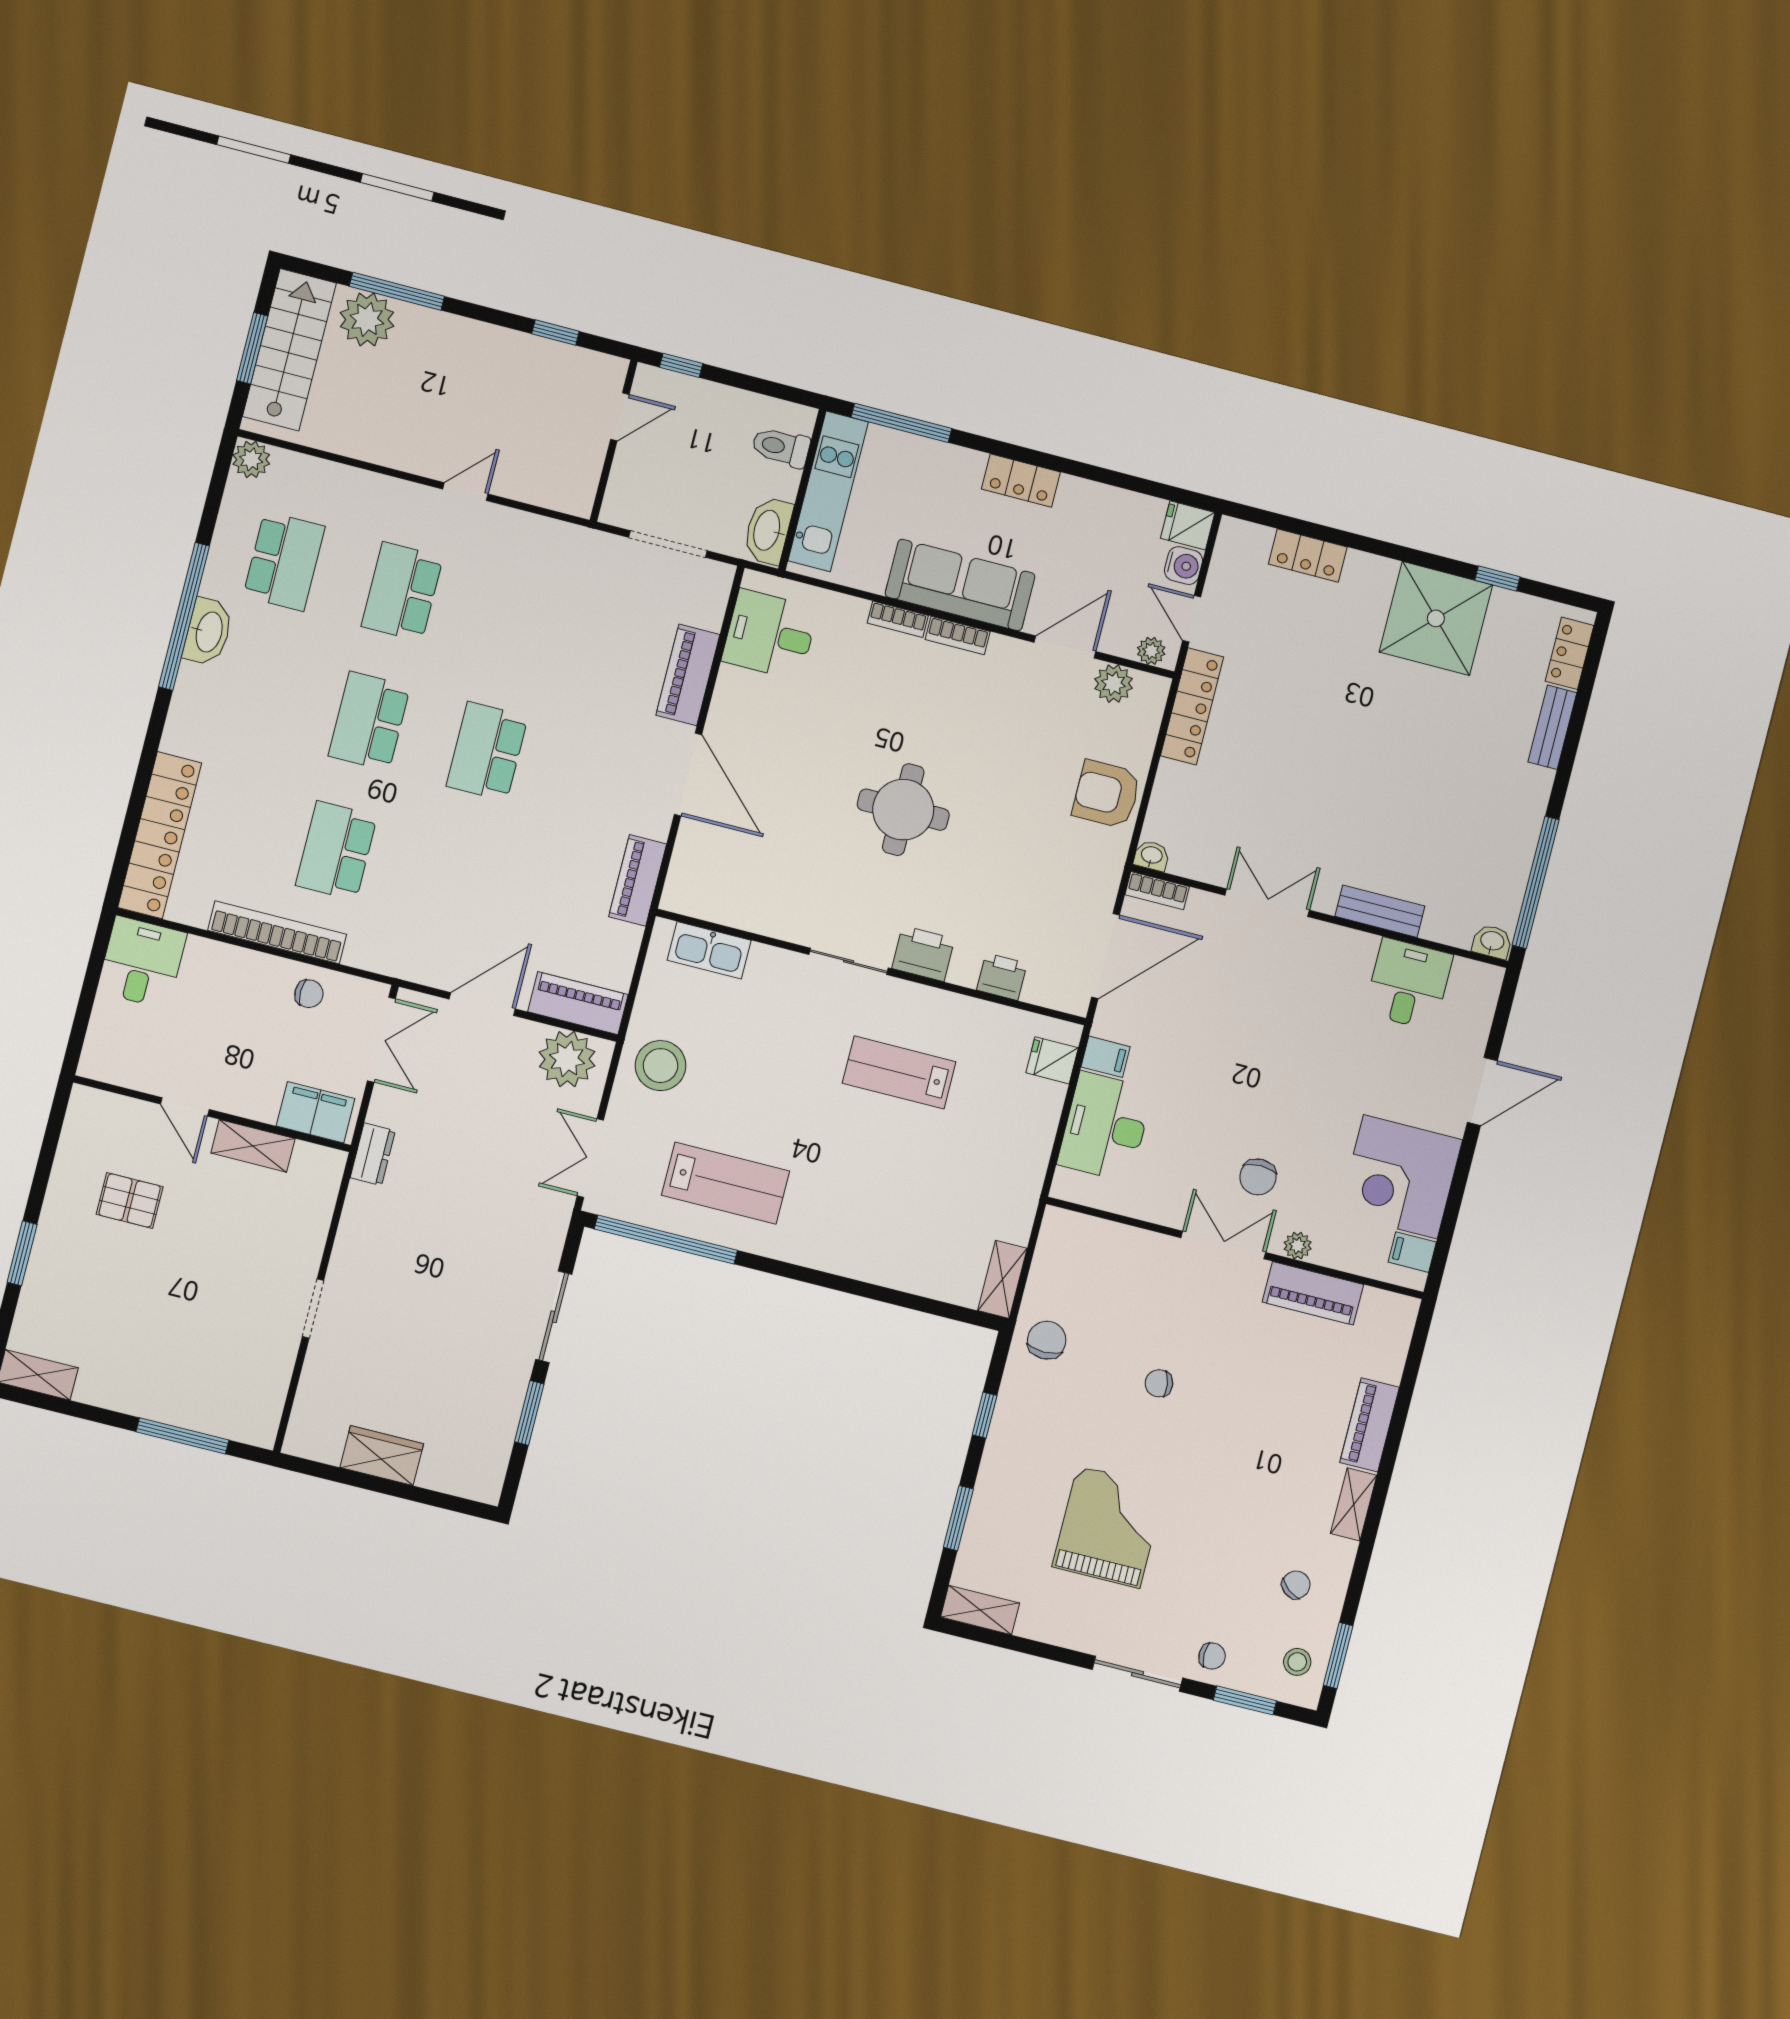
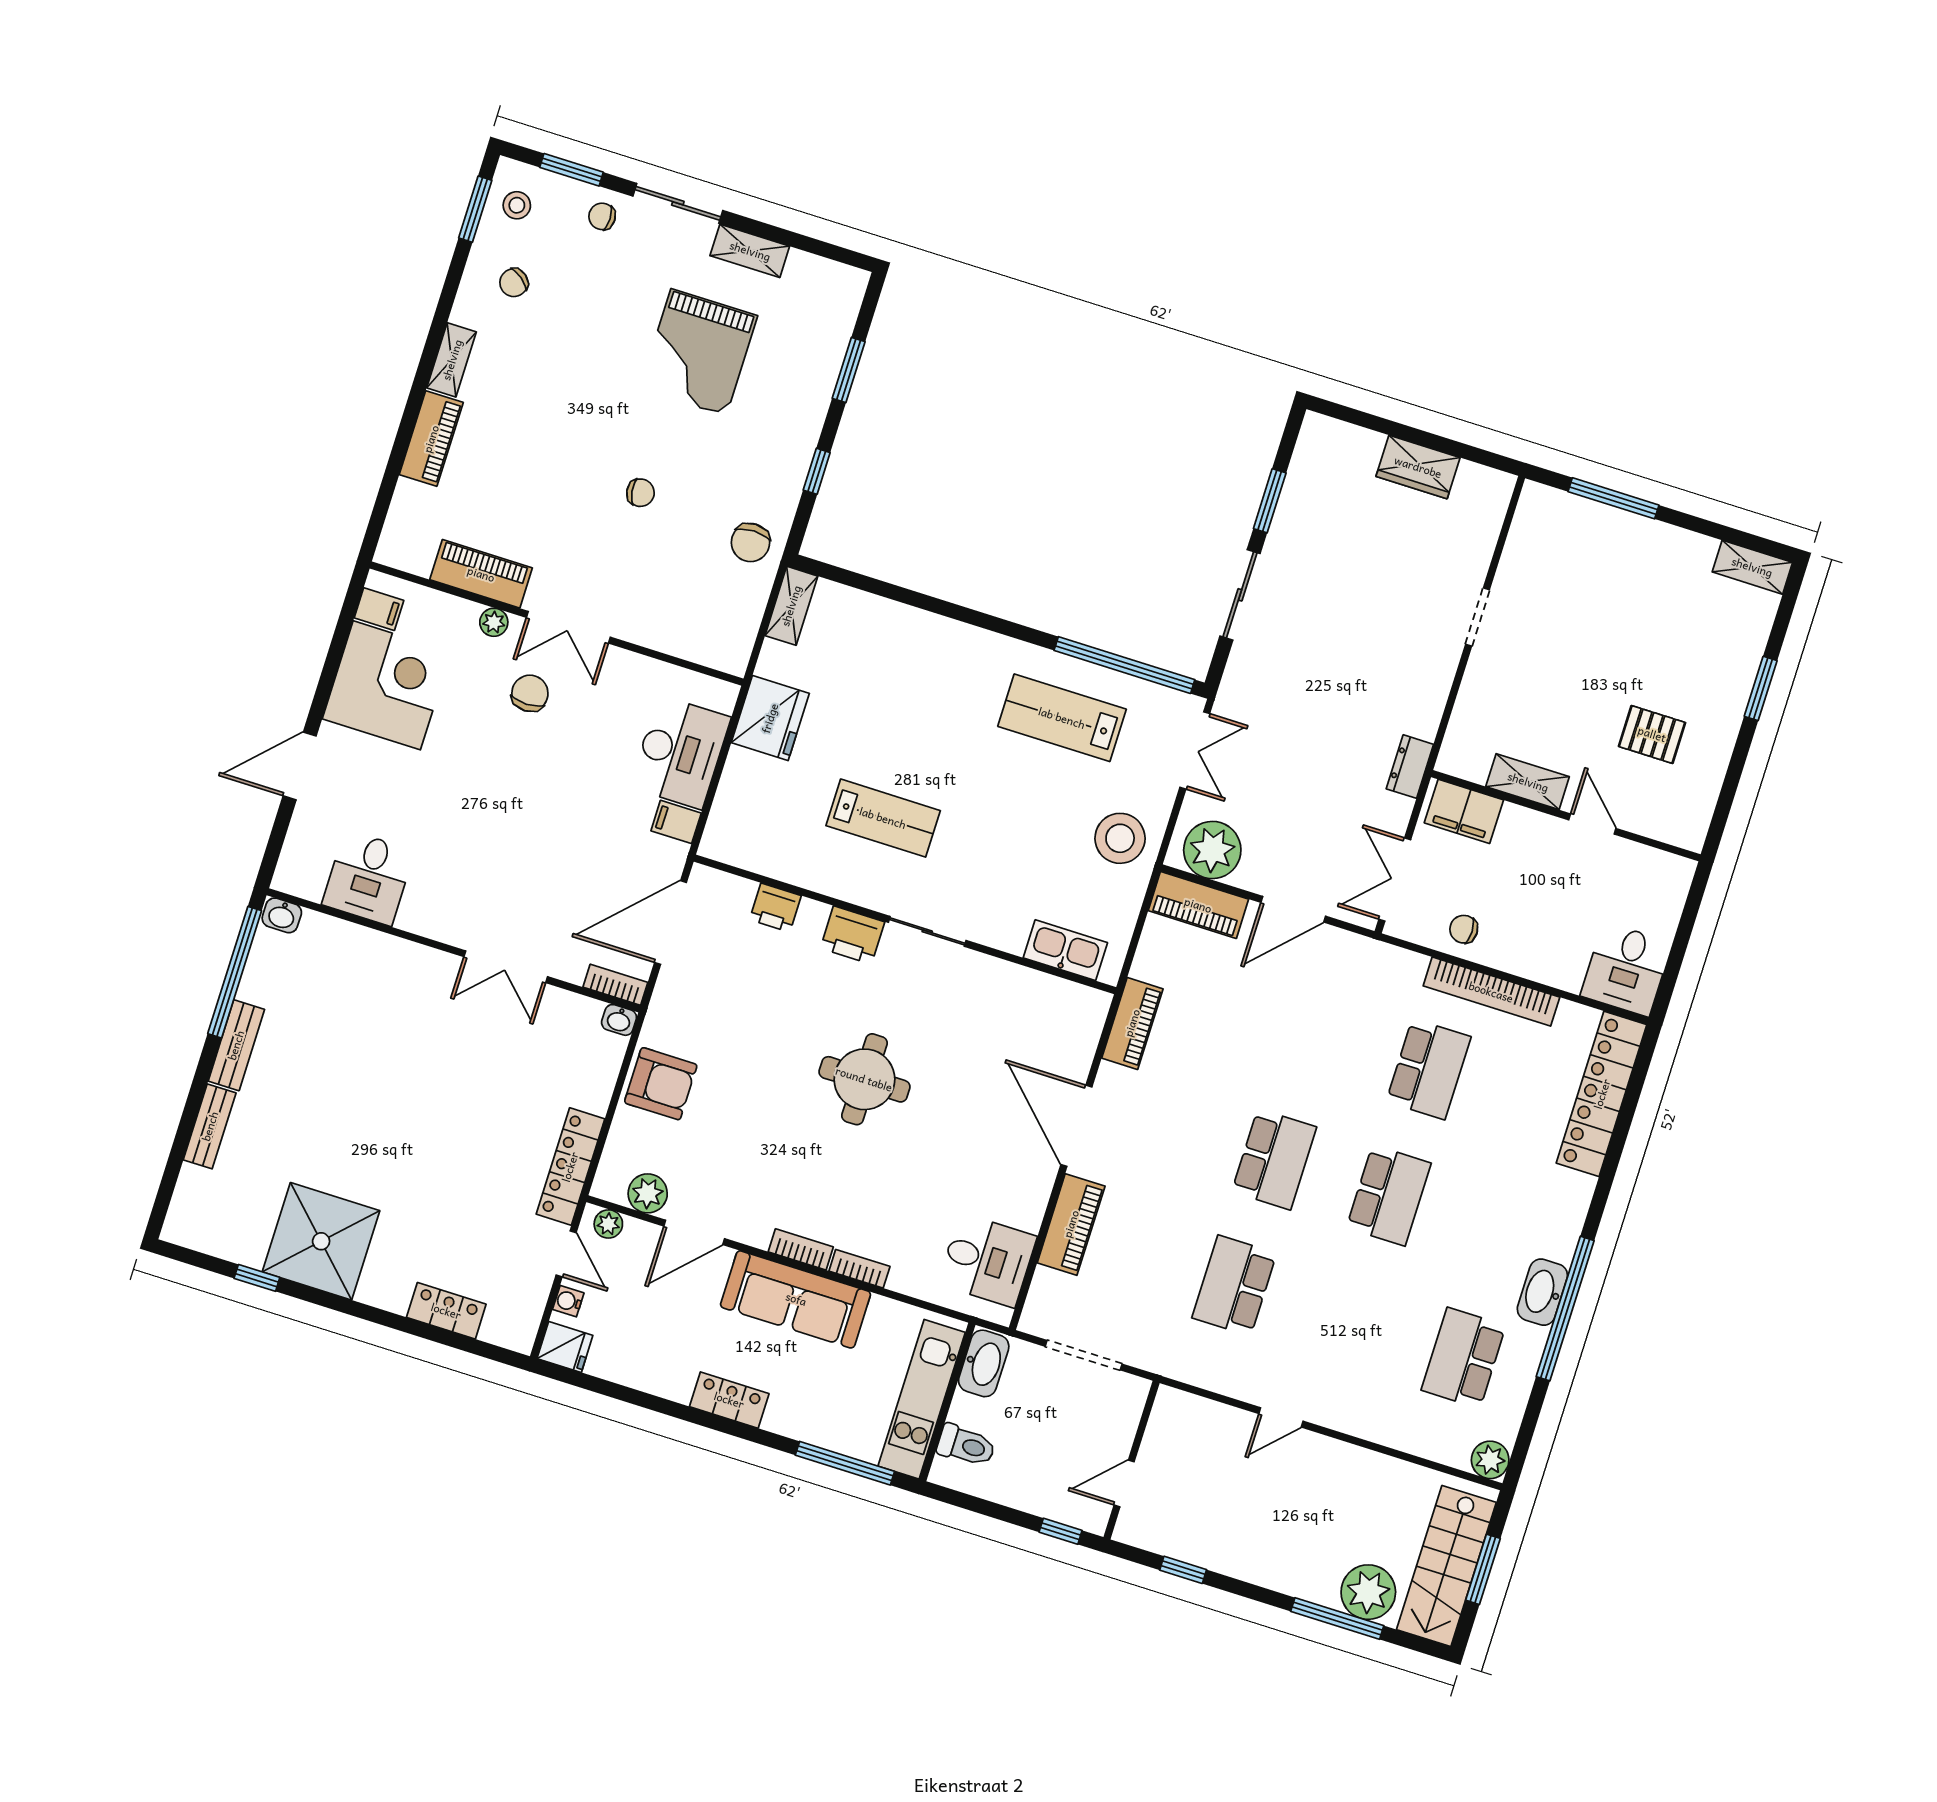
water cooler: (1183, 566) -> (568, 1301), width x0.72, depth x0.72
school desk: (402, 592) -> (1234, 1286), moved, turned 180
locker: (1570, 653) -> (188, 1199), removed
bench: (1380, 911) -> (236, 1045), moved, turned 90
fridge: (1052, 1060) -> (770, 718), moved, width x1.88, depth x1.34
shelving: (980, 1610) -> (750, 251), moved

